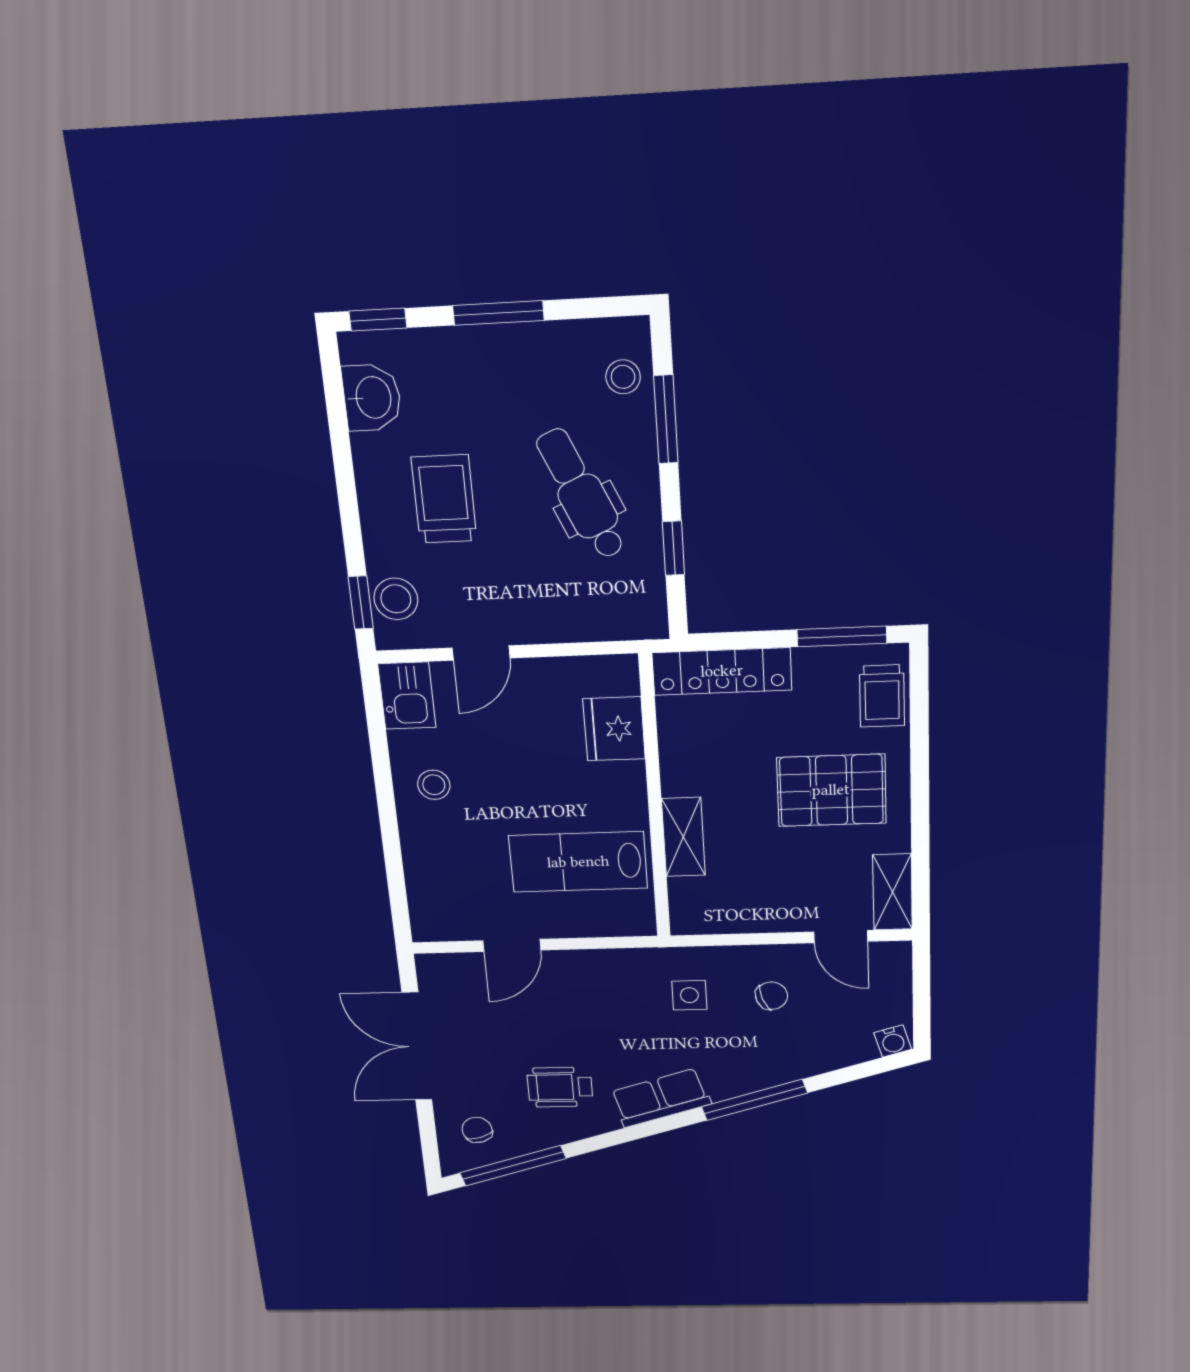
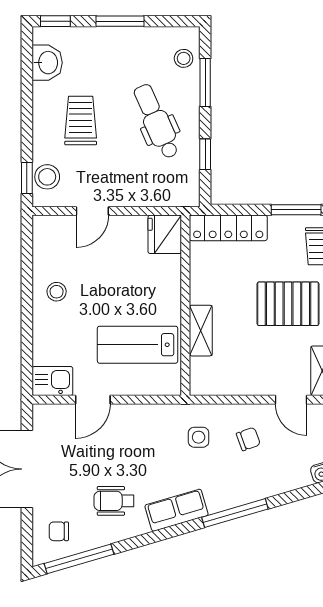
kitchen sink: (407, 696) -> (52, 381), moved, turned -90
fridge: (614, 729) -> (165, 234), moved
chair: (477, 1130) -> (59, 531), turned -73

